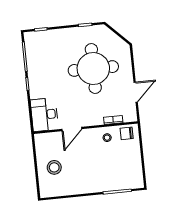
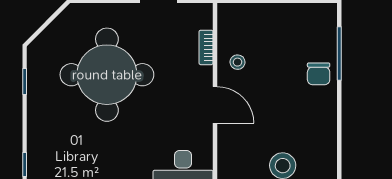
door: (72, 129) -> (215, 105), moved
chair: (127, 133) -> (319, 74), moved

